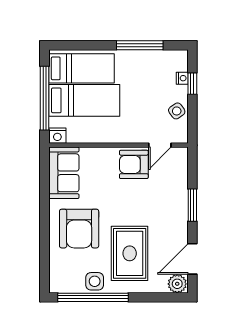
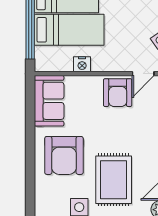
nightstand: (57, 136) -> (82, 64), moved
armchair: (134, 164) -> (118, 93), turned -90

